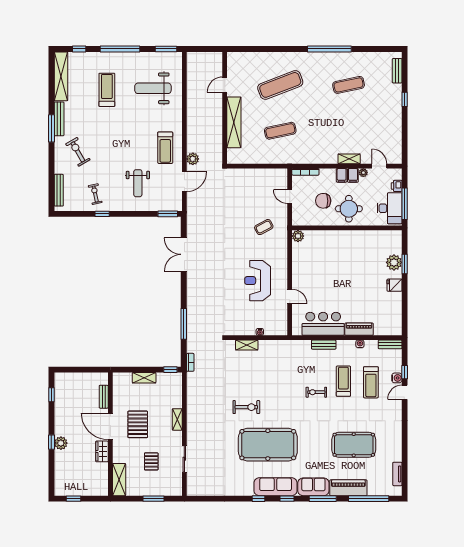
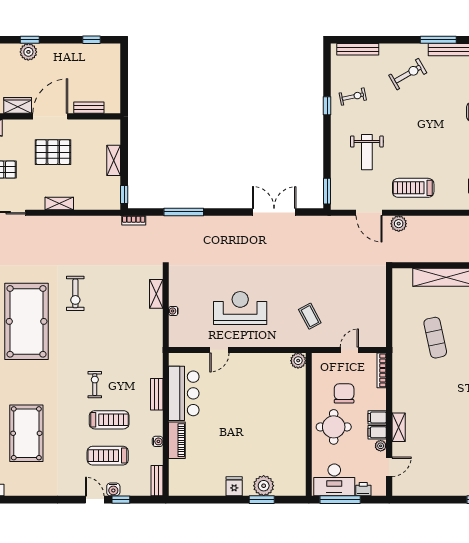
weight bench: (138, 183) -> (367, 152), turned -90

